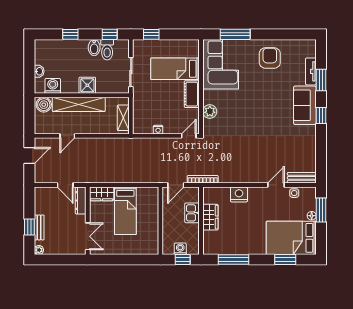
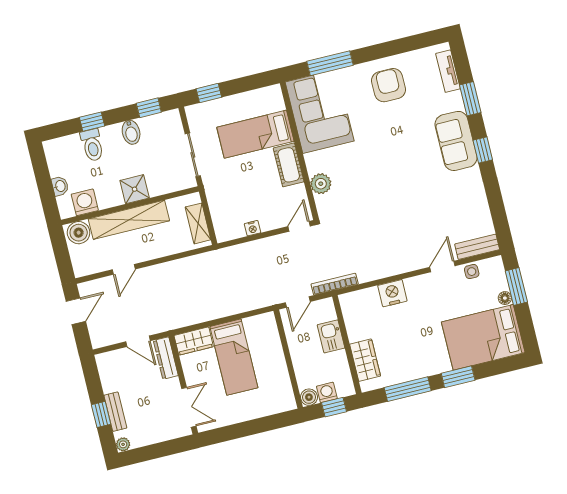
toilet: (107, 50) -> (92, 145), moved
tv unit: (311, 71) -> (448, 71), moved
wardrobe: (210, 217) -> (365, 360), moved
boiler: (168, 249) -> (309, 397), added
window: (285, 260) -> (458, 377), moved

